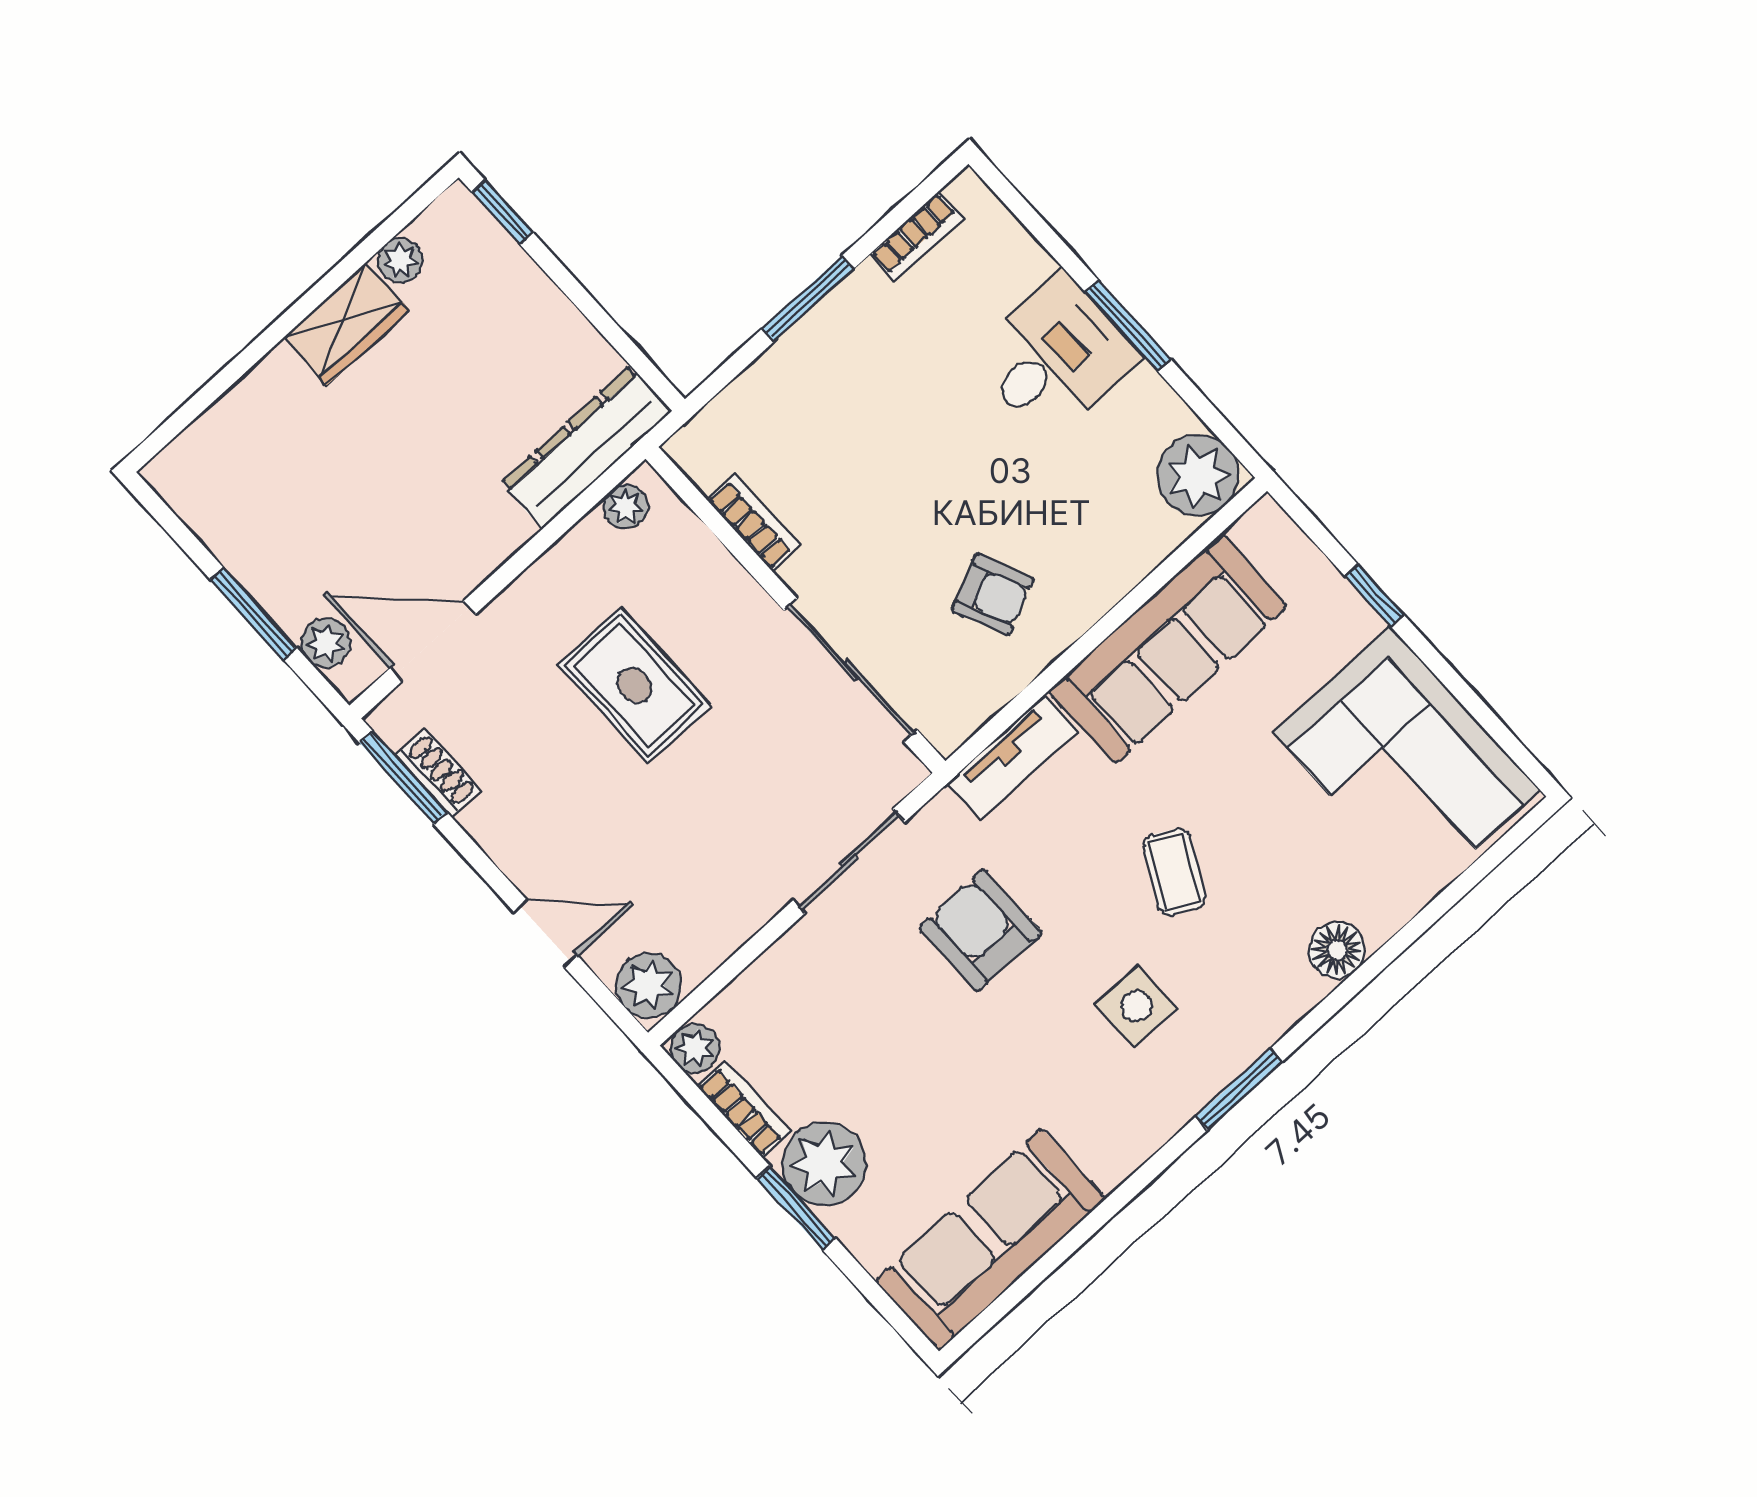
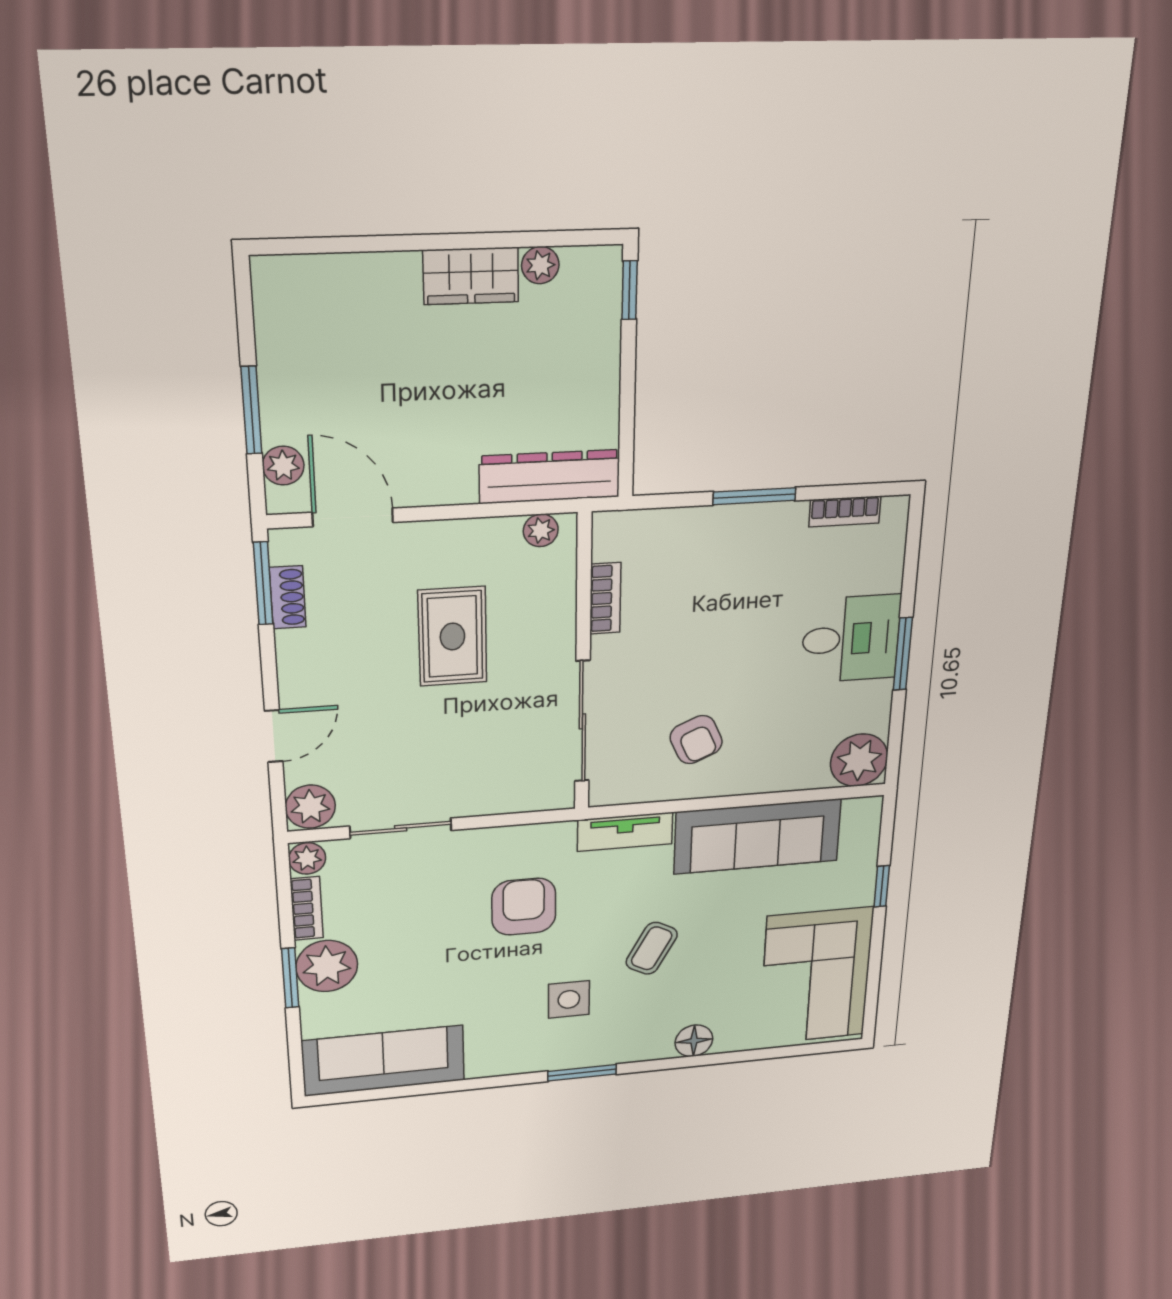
sliding door: (849, 861) -> (401, 828), moved
door: (546, 934) -> (274, 736), hinge flipped

